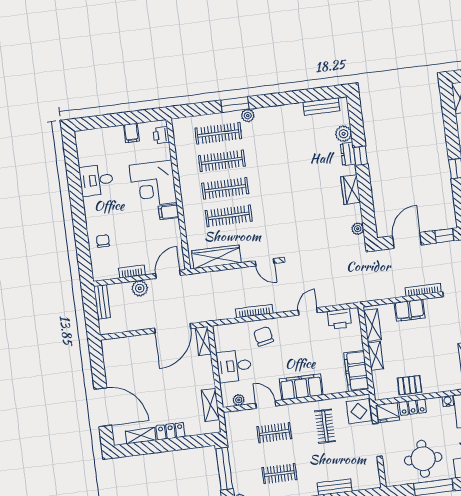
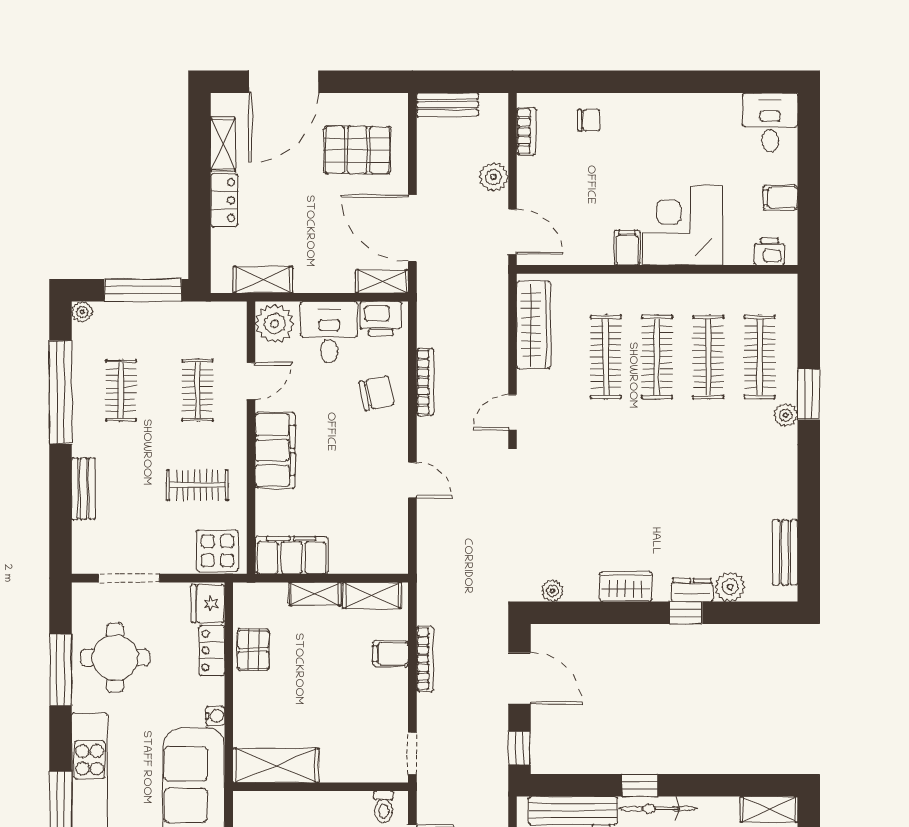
desk: (96, 180) -> (770, 122), moved
bookcase: (132, 272) -> (526, 131), moved
bookcase: (423, 290) -> (425, 659), moved
bench: (102, 302) -> (447, 105), moved
filing cabinet: (410, 310) -> (391, 654), width x0.50
printer: (339, 319) -> (381, 319), moved, turned -90
pallet: (134, 363) -> (357, 150), added
plant: (239, 400) -> (275, 324), width x1.87, depth x1.87
doorway: (377, 440) -> (129, 578), moved

